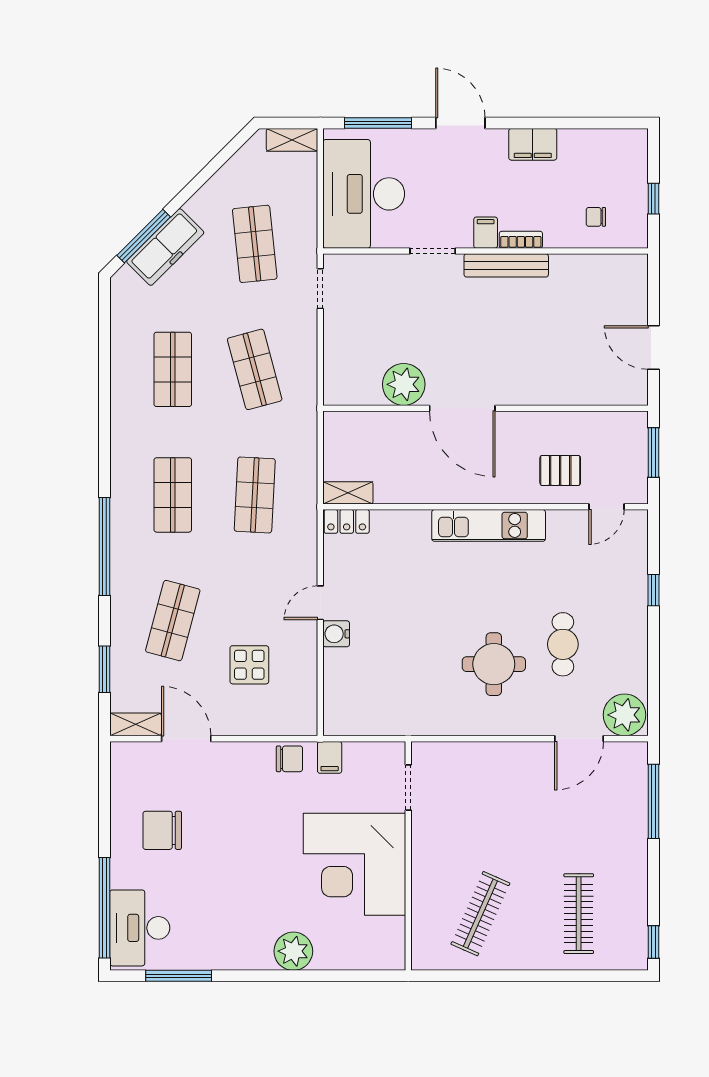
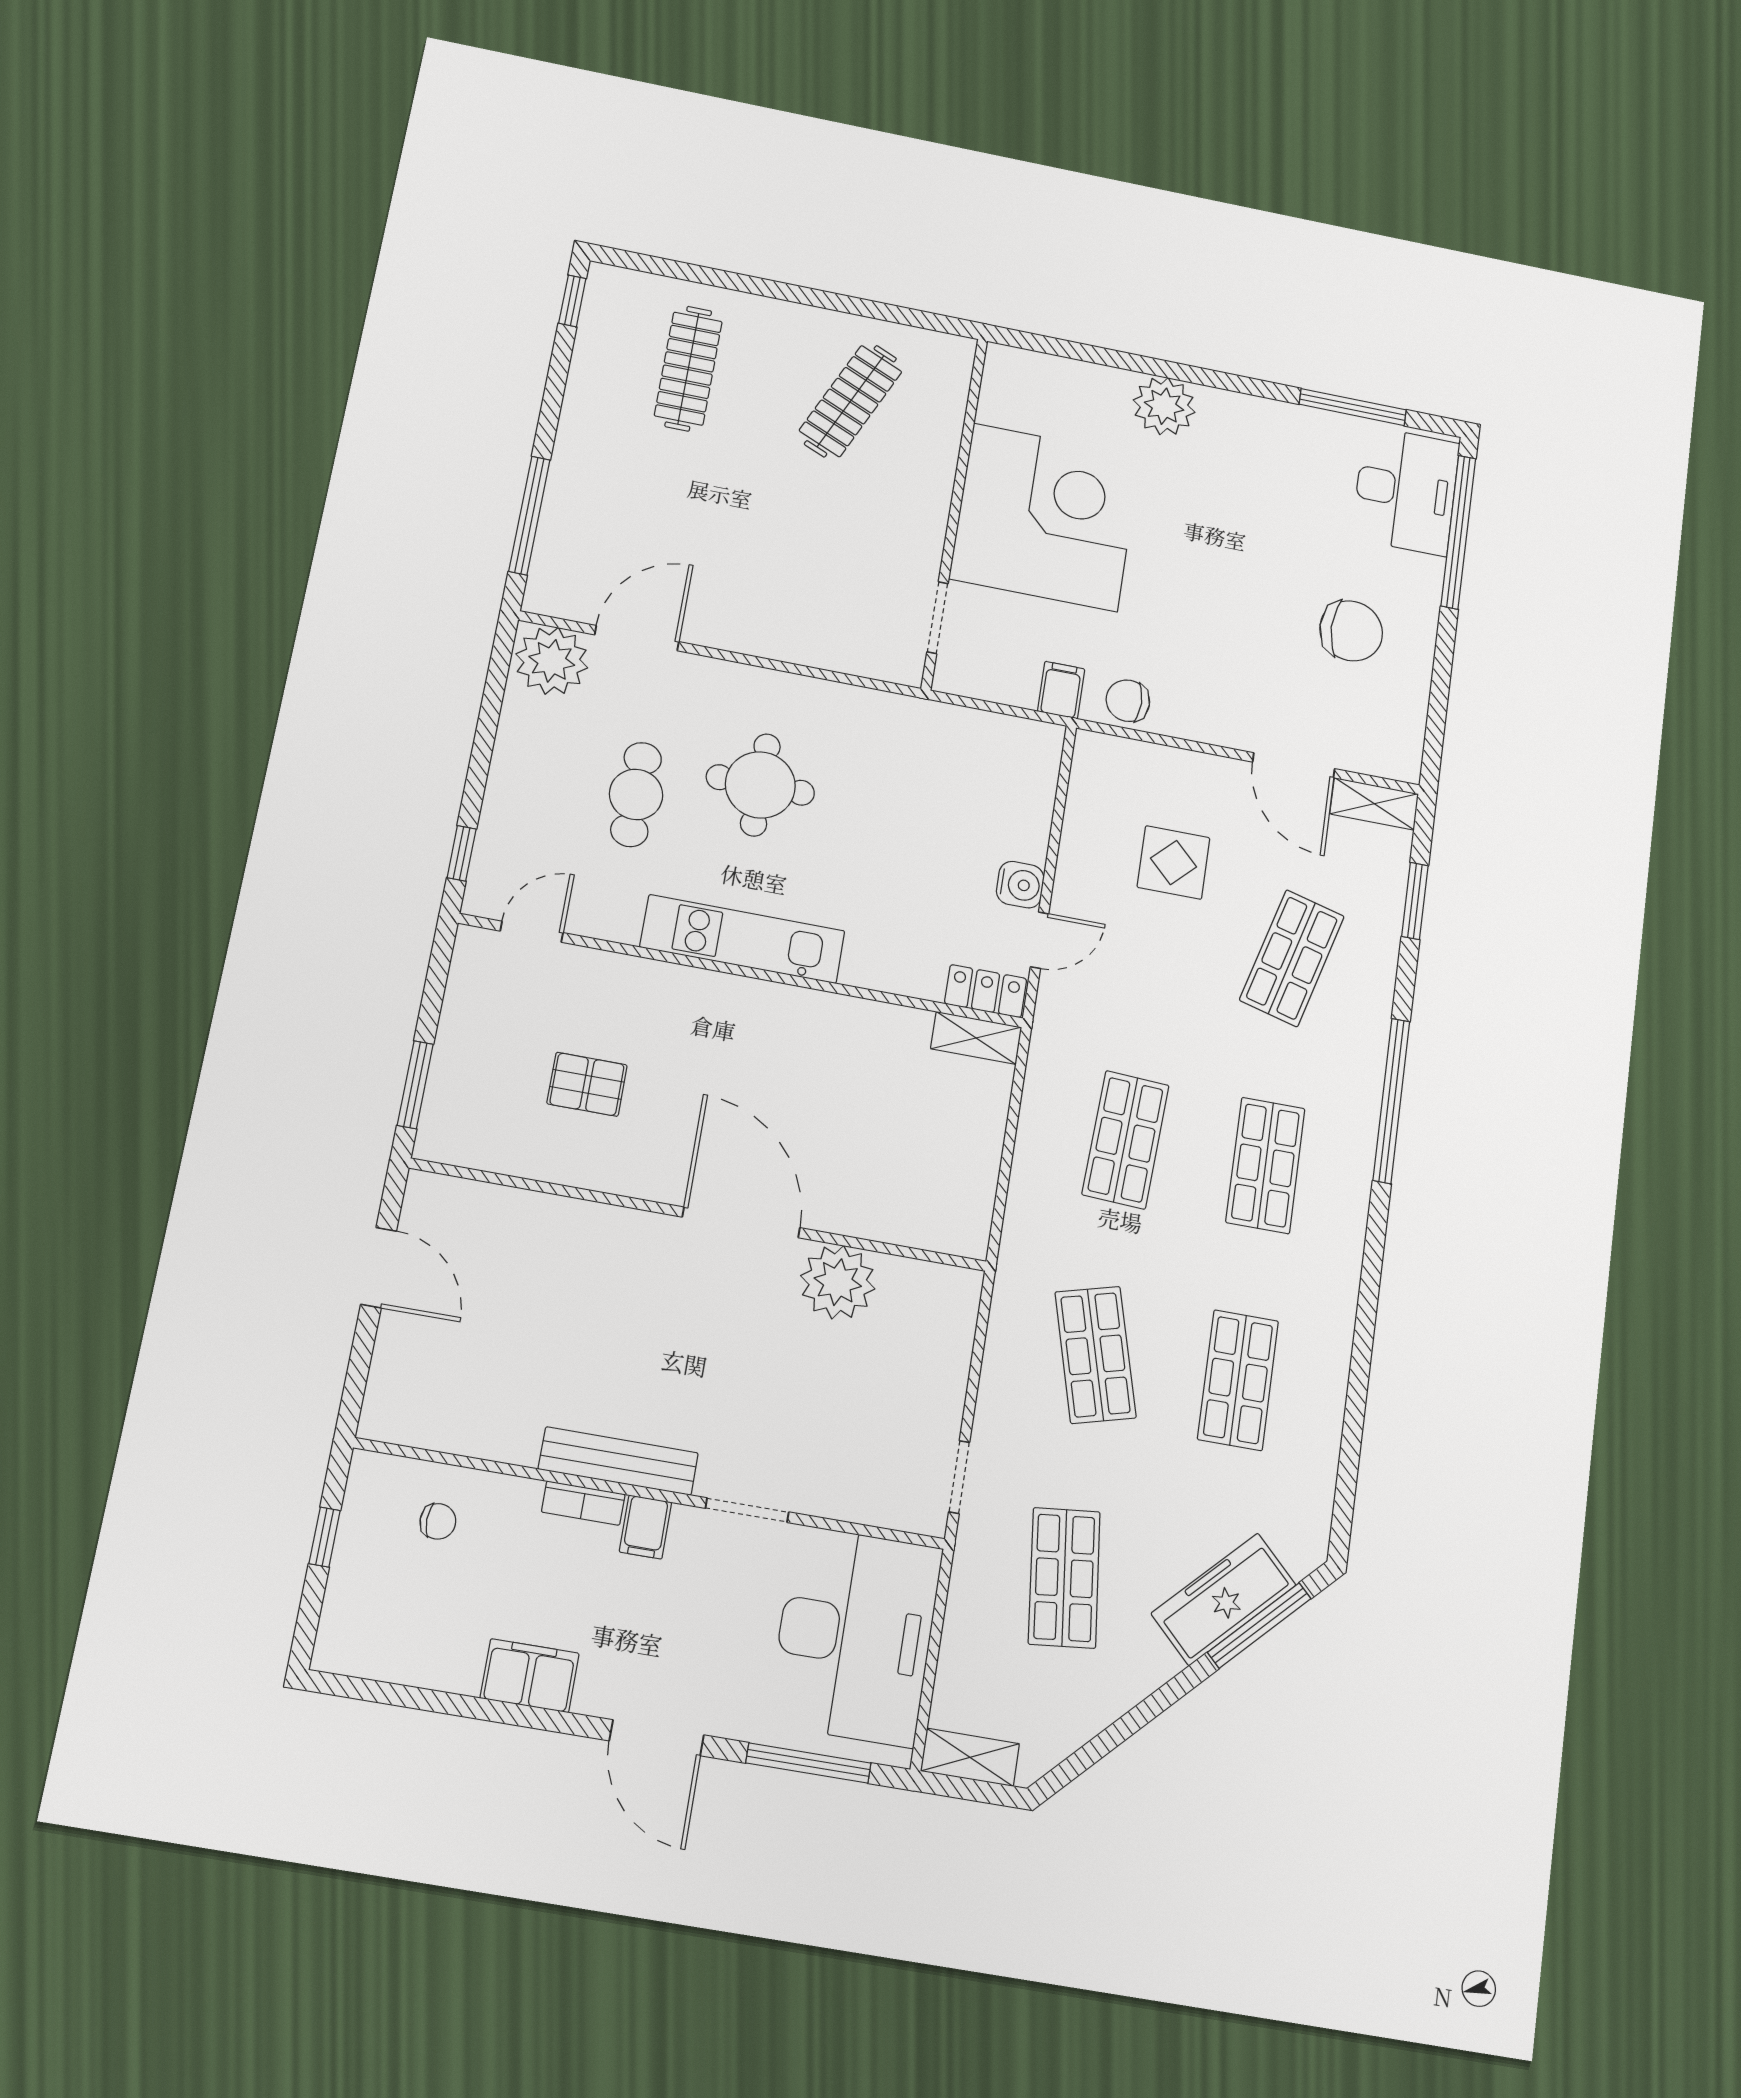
shelving: (348, 493) -> (976, 1038), moved
wall: (486, 507) -> (742, 971), moved
door: (606, 507) -> (532, 932), moved
locker: (347, 521) -> (986, 991), moved
kitchen unit: (489, 525) -> (743, 939), moved

